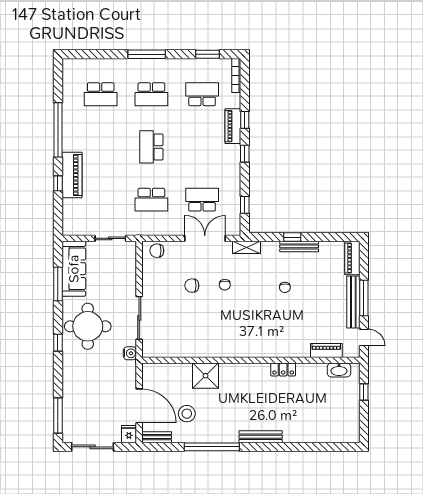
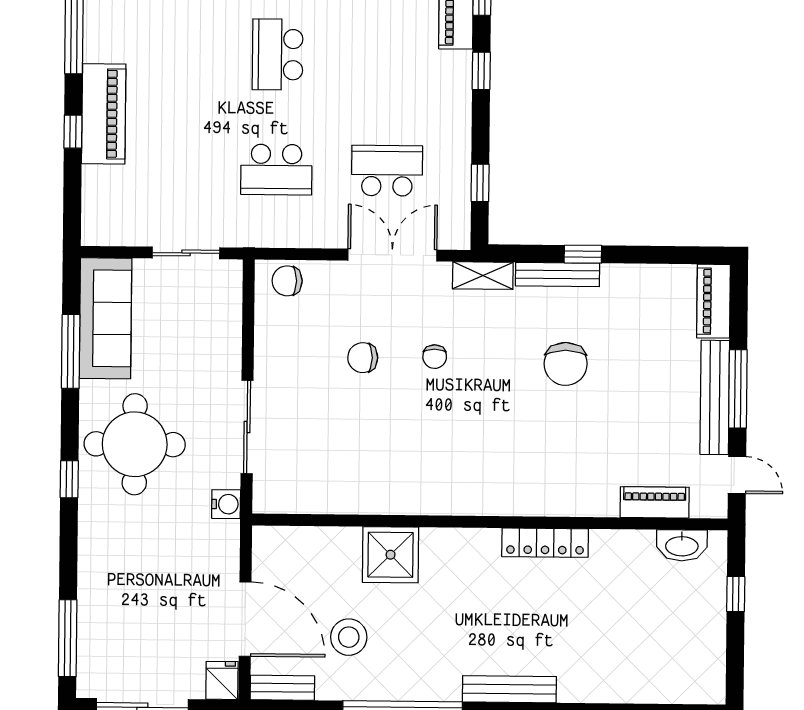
bench: (299, 246) -> (557, 274), moved
chair: (285, 287) -> (566, 364), width x1.87, depth x1.87
locker: (283, 369) -> (545, 543), width x1.53

